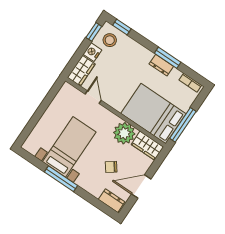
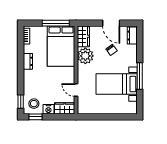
window: (168, 58) -> (21, 60), removed
door: (93, 97) -> (76, 90), hinge flipped

